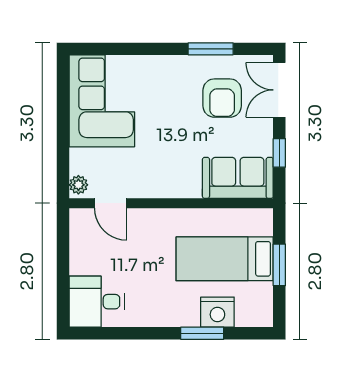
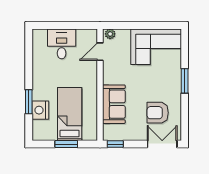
window: (211, 49) -> (185, 81), moved
window: (279, 153) -> (115, 144), moved
sofa: (238, 178) -> (114, 104), moved
desk: (97, 302) -> (62, 44), moved

